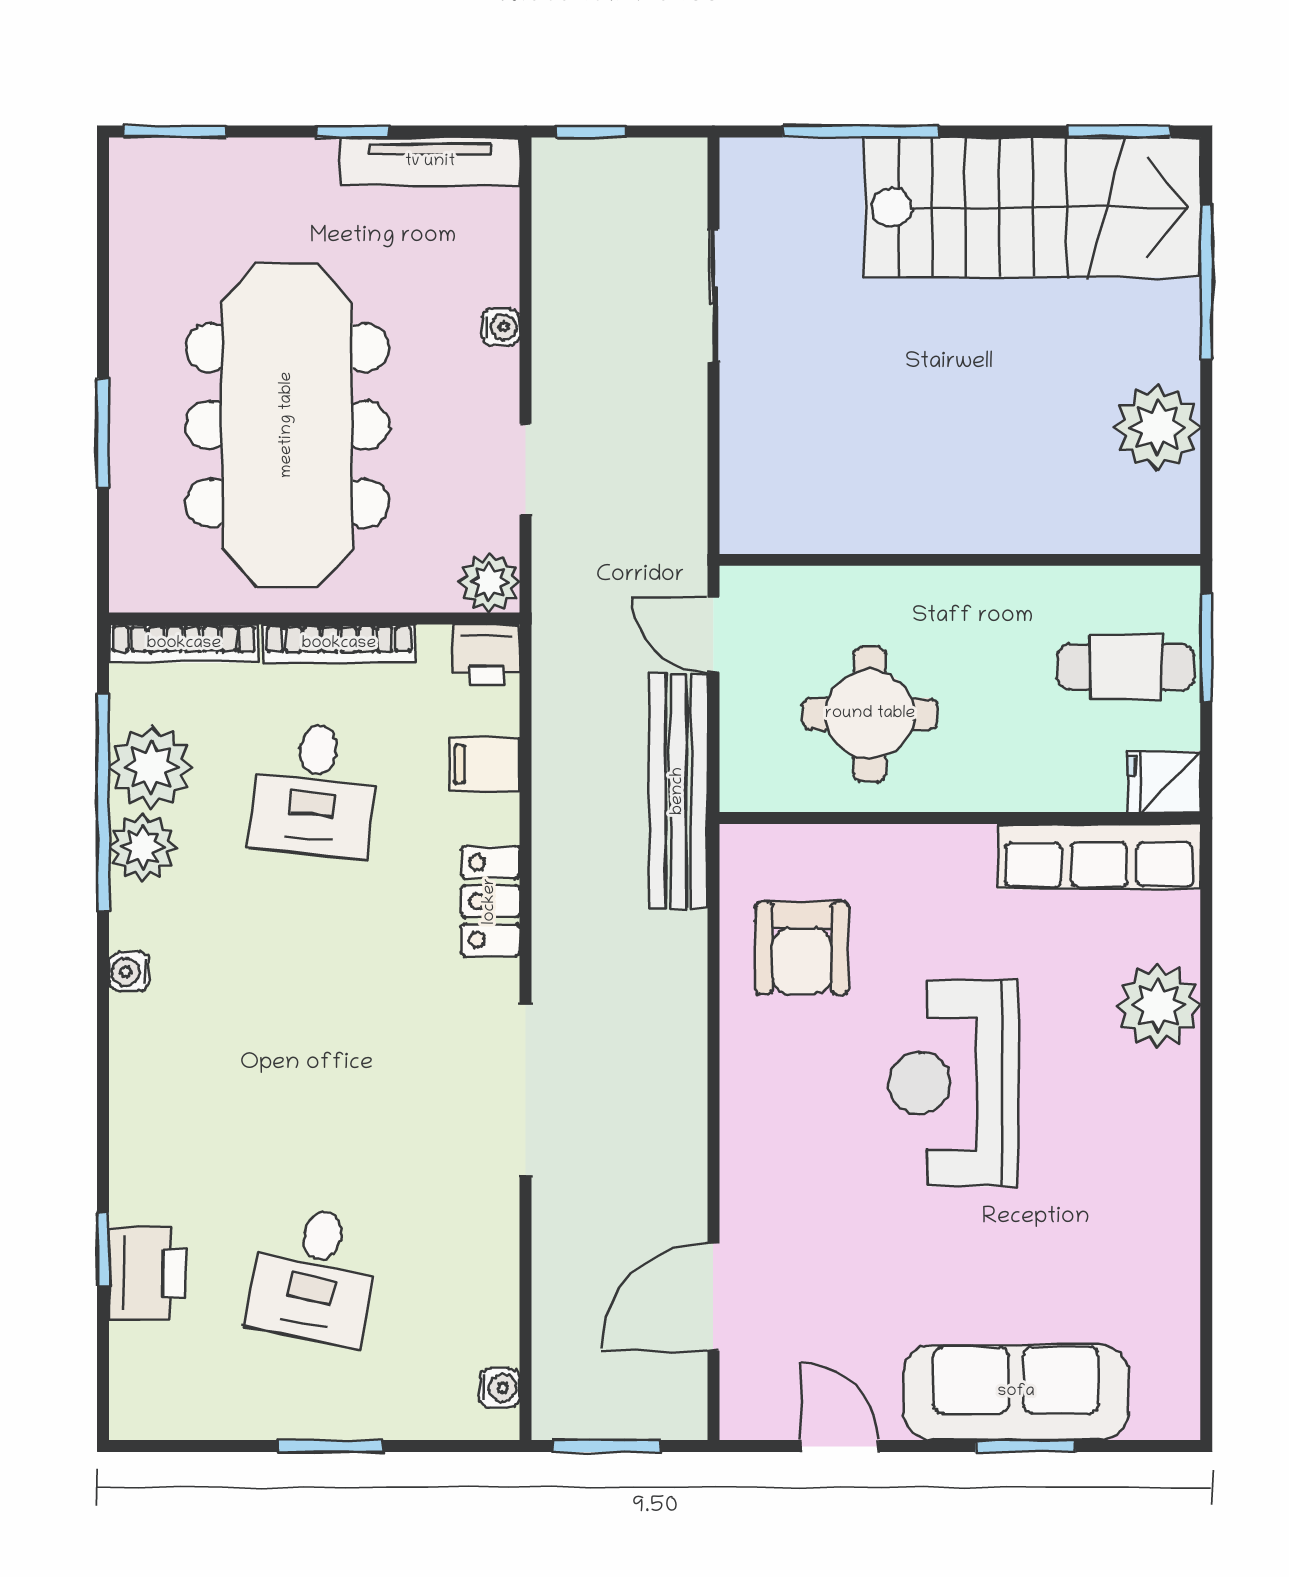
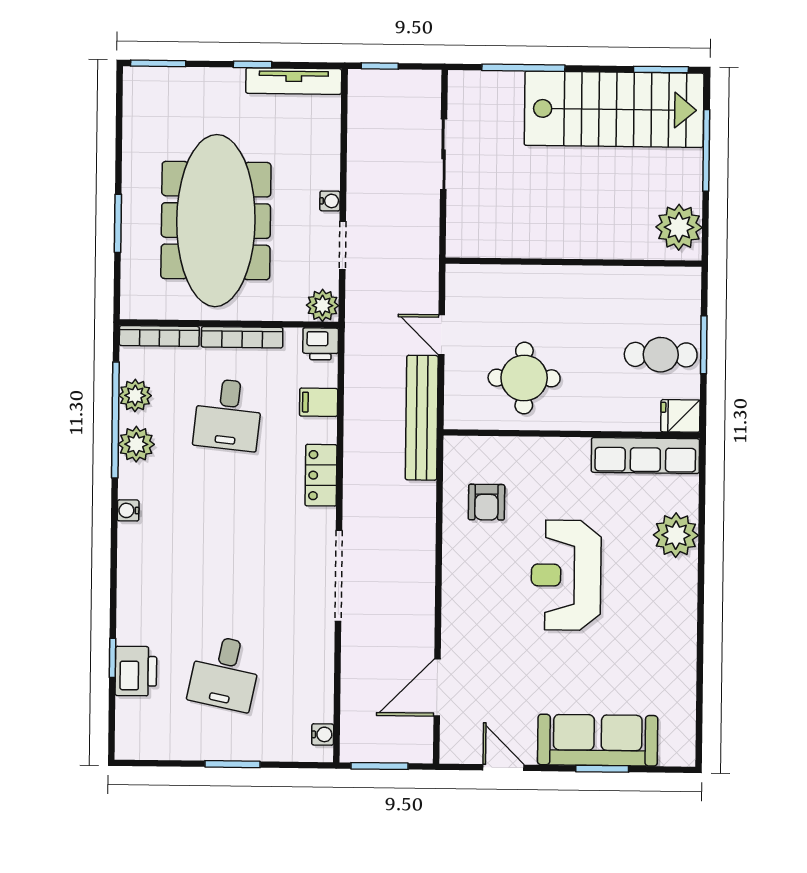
water cooler: (501, 327) -> (330, 201), moved
wall: (960, 560) -> (574, 262), moved
plant: (151, 767) -> (135, 396), width x0.73, depth x0.73
armchair: (802, 948) -> (486, 502), width x0.72, depth x0.72

